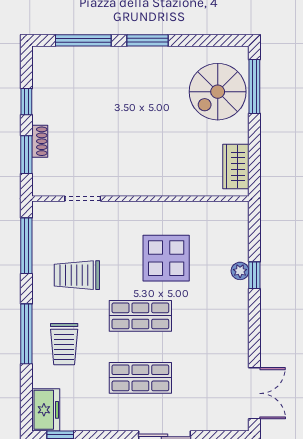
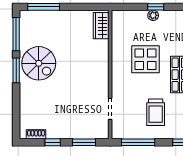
window: (83, 40) -> (16, 34), moved
spiral stairs: (218, 92) -> (39, 63), moved
shoe rack: (40, 141) -> (36, 134), moved
wardrobe: (236, 166) -> (101, 26), moved, turned 90

